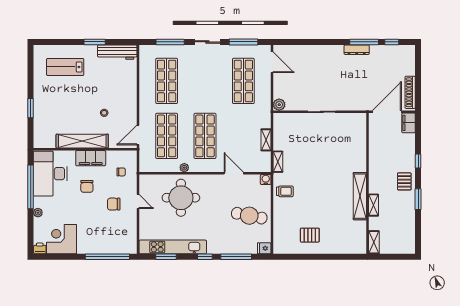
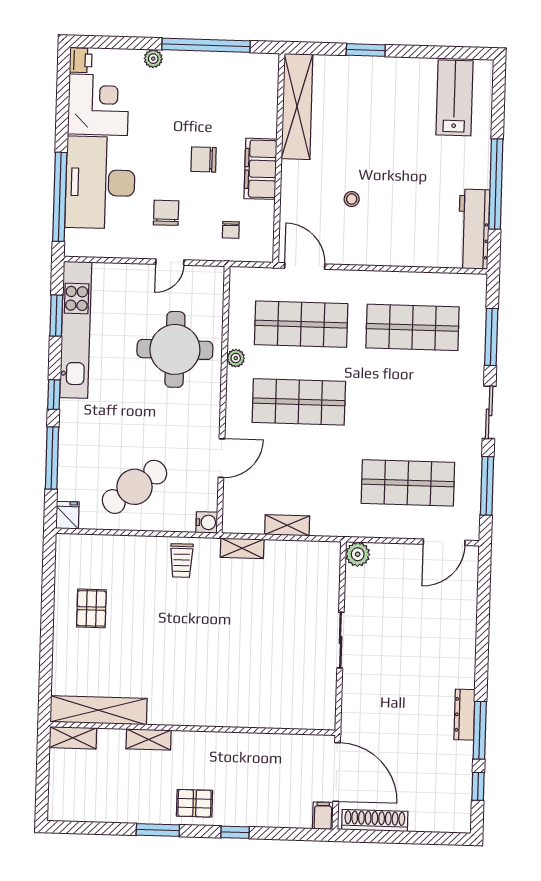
window: (95, 42) -> (496, 184), width x2.11
lab bench: (65, 67) -> (454, 98), moved
filing cabinet: (409, 123) -> (323, 816), width x0.50
shelving: (82, 141) -> (297, 106), moved
desk: (50, 174) -> (100, 183), moved, turned -90
shelving: (360, 196) -> (99, 710), moved
cafe table: (249, 216) -> (134, 487), turned 42

